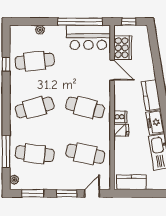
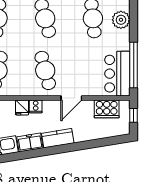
plant: (40, 30) -> (121, 20), width x1.87, depth x1.87
door: (112, 70) -> (71, 98), moved
cafe table: (85, 107) -> (45, 70), turned -30

